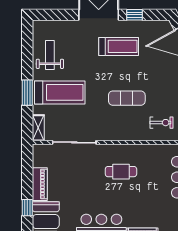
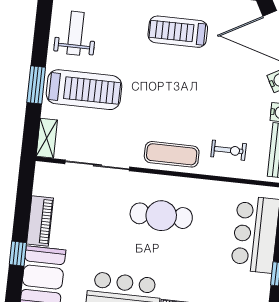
treadmill: (119, 46) -> (178, 32), turned 180
exercise mat: (127, 98) -> (172, 154), moved
cafe table: (121, 172) -> (161, 216), width x1.37, depth x1.35

